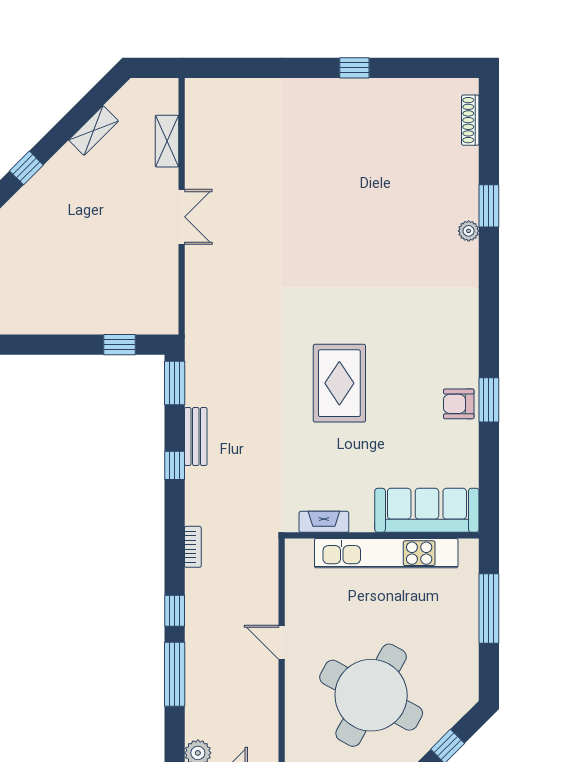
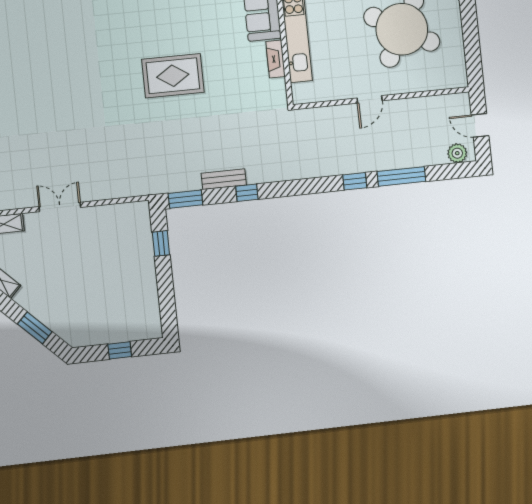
window: (26, 168) -> (35, 328), width x1.50
fireplace: (324, 522) -> (276, 59), moved
bookcase: (193, 547) -> (306, 173), removed

